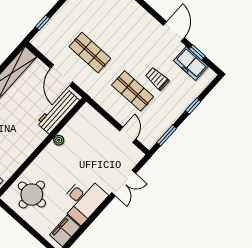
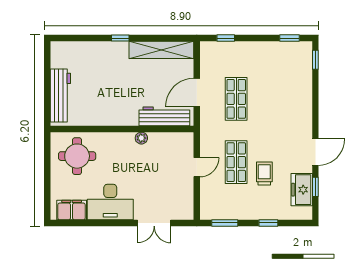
door: (128, 135) -> (197, 167), moved

